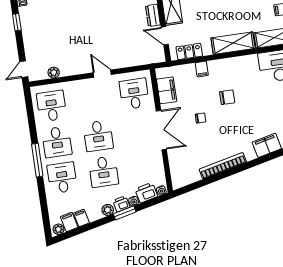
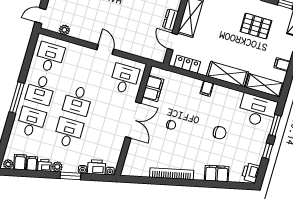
filing cabinet: (202, 69) -> (207, 89), moved
chair: (227, 97) -> (220, 133), moved
desk: (104, 172) -> (68, 133), turned 180
printer: (121, 204) -> (45, 165), moved

